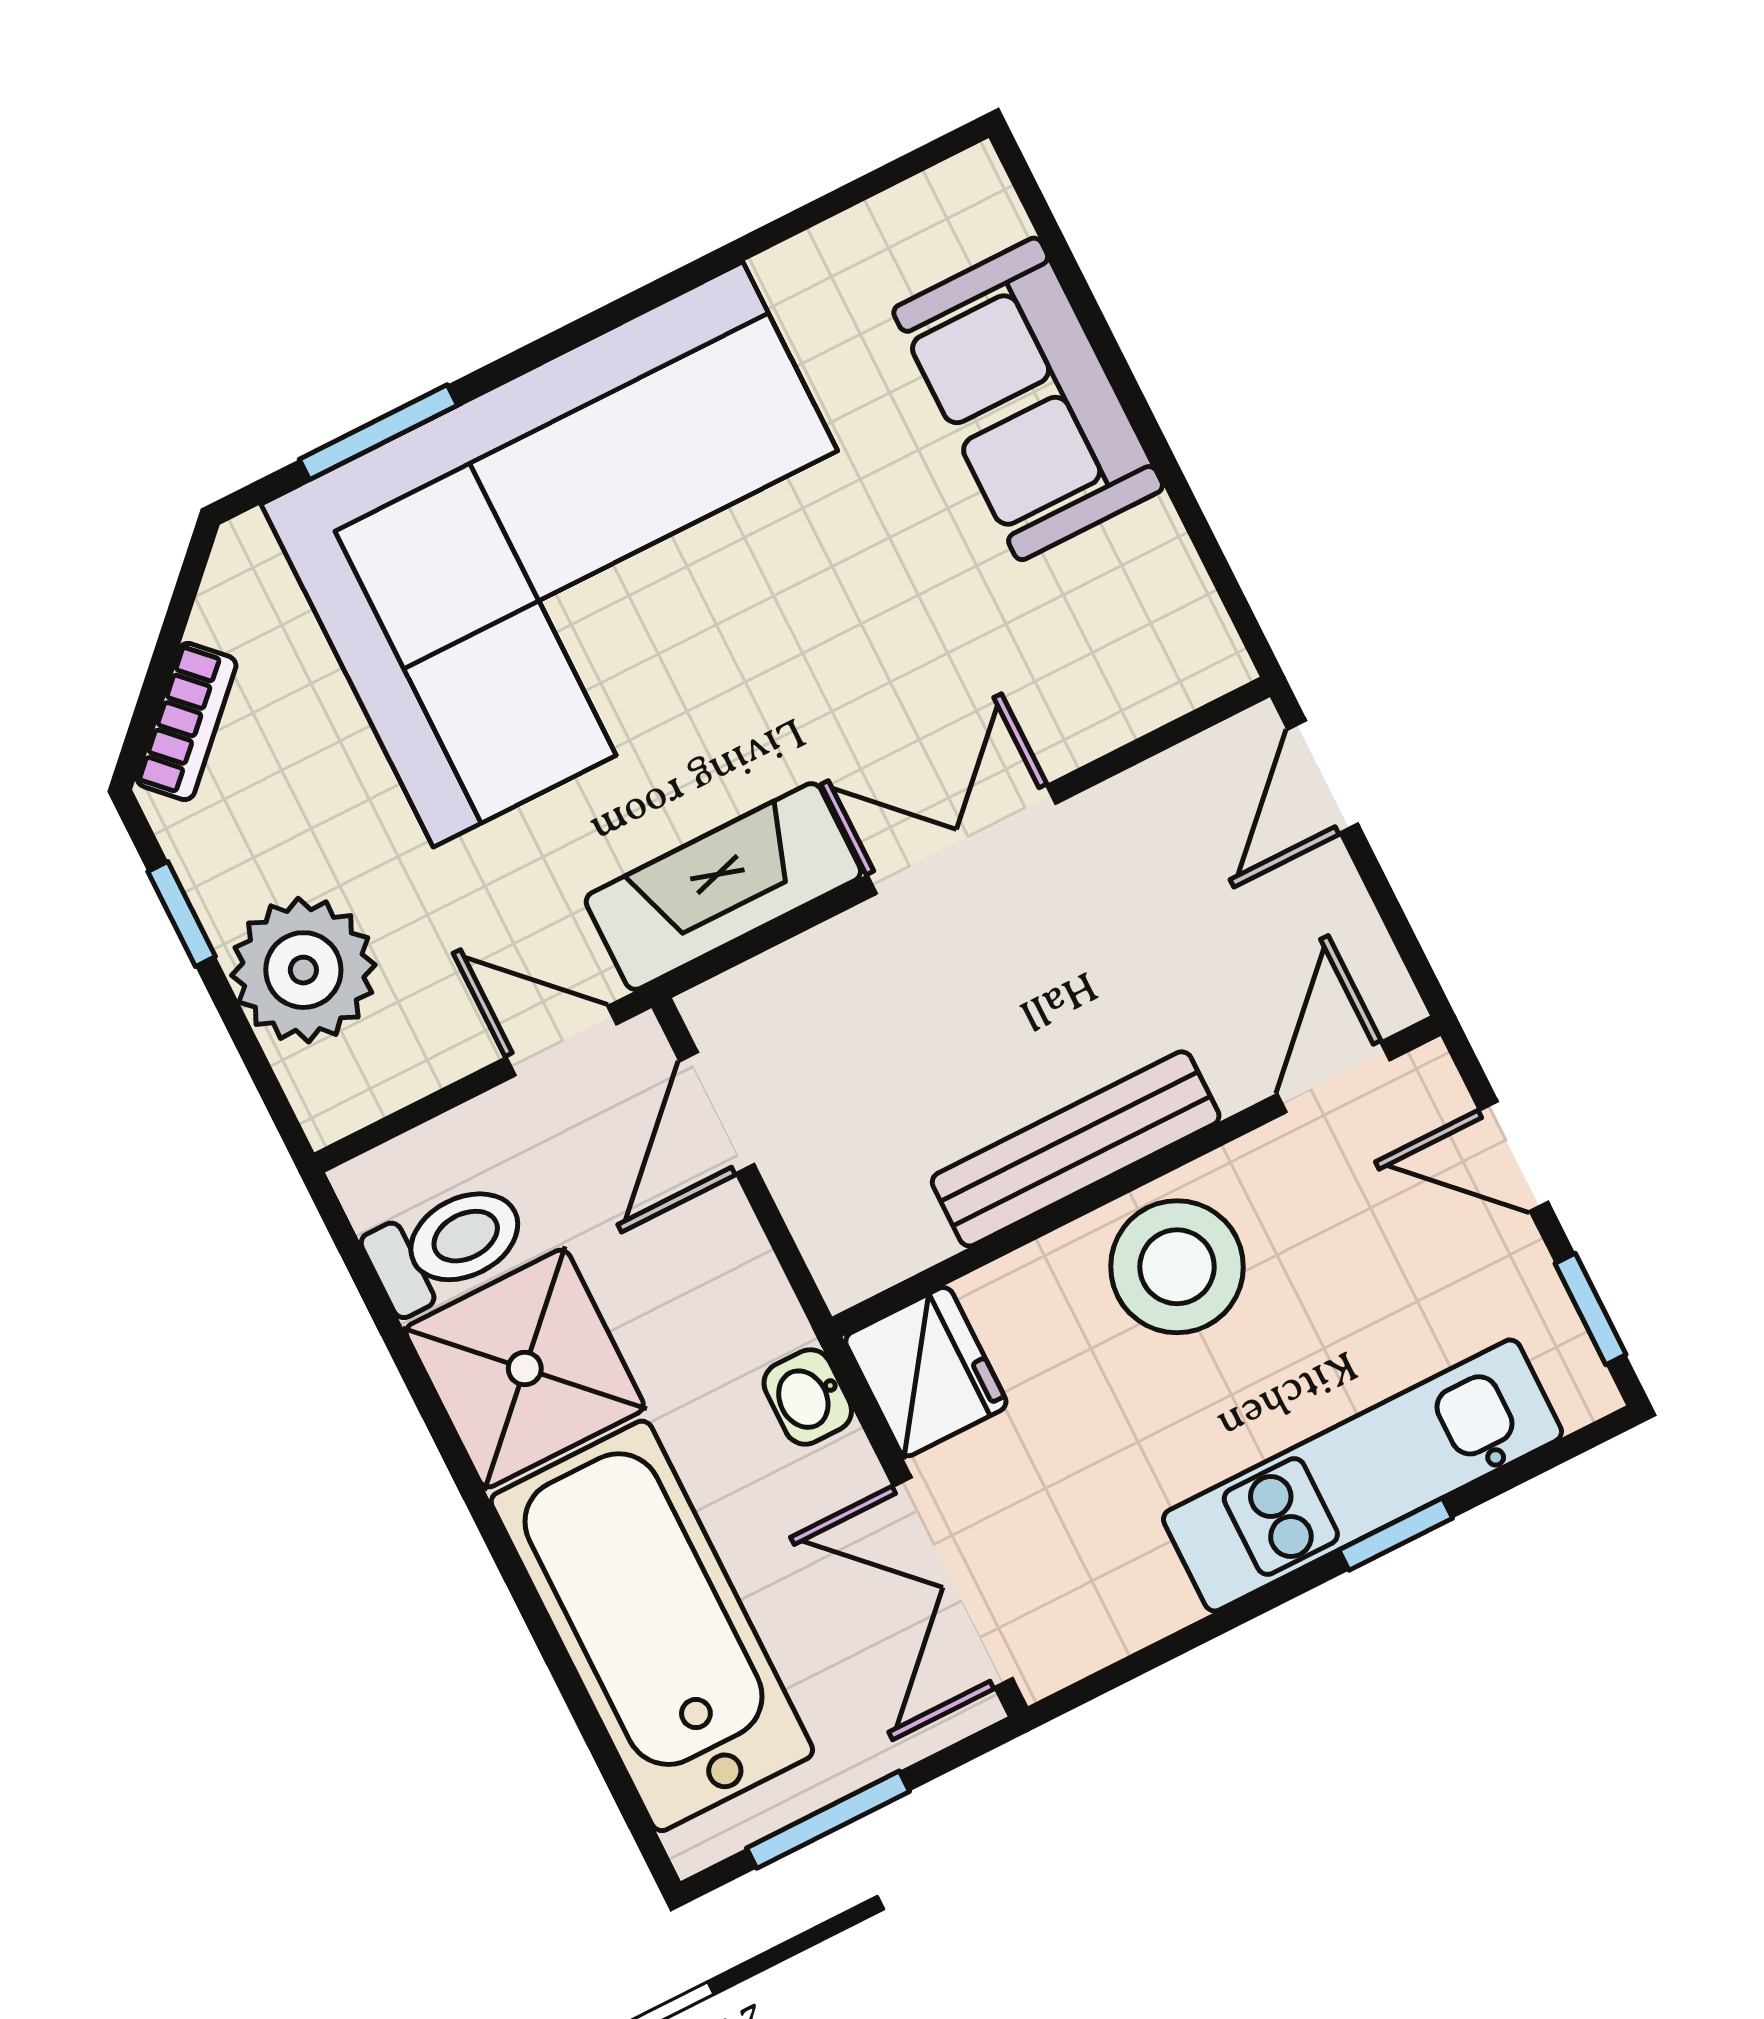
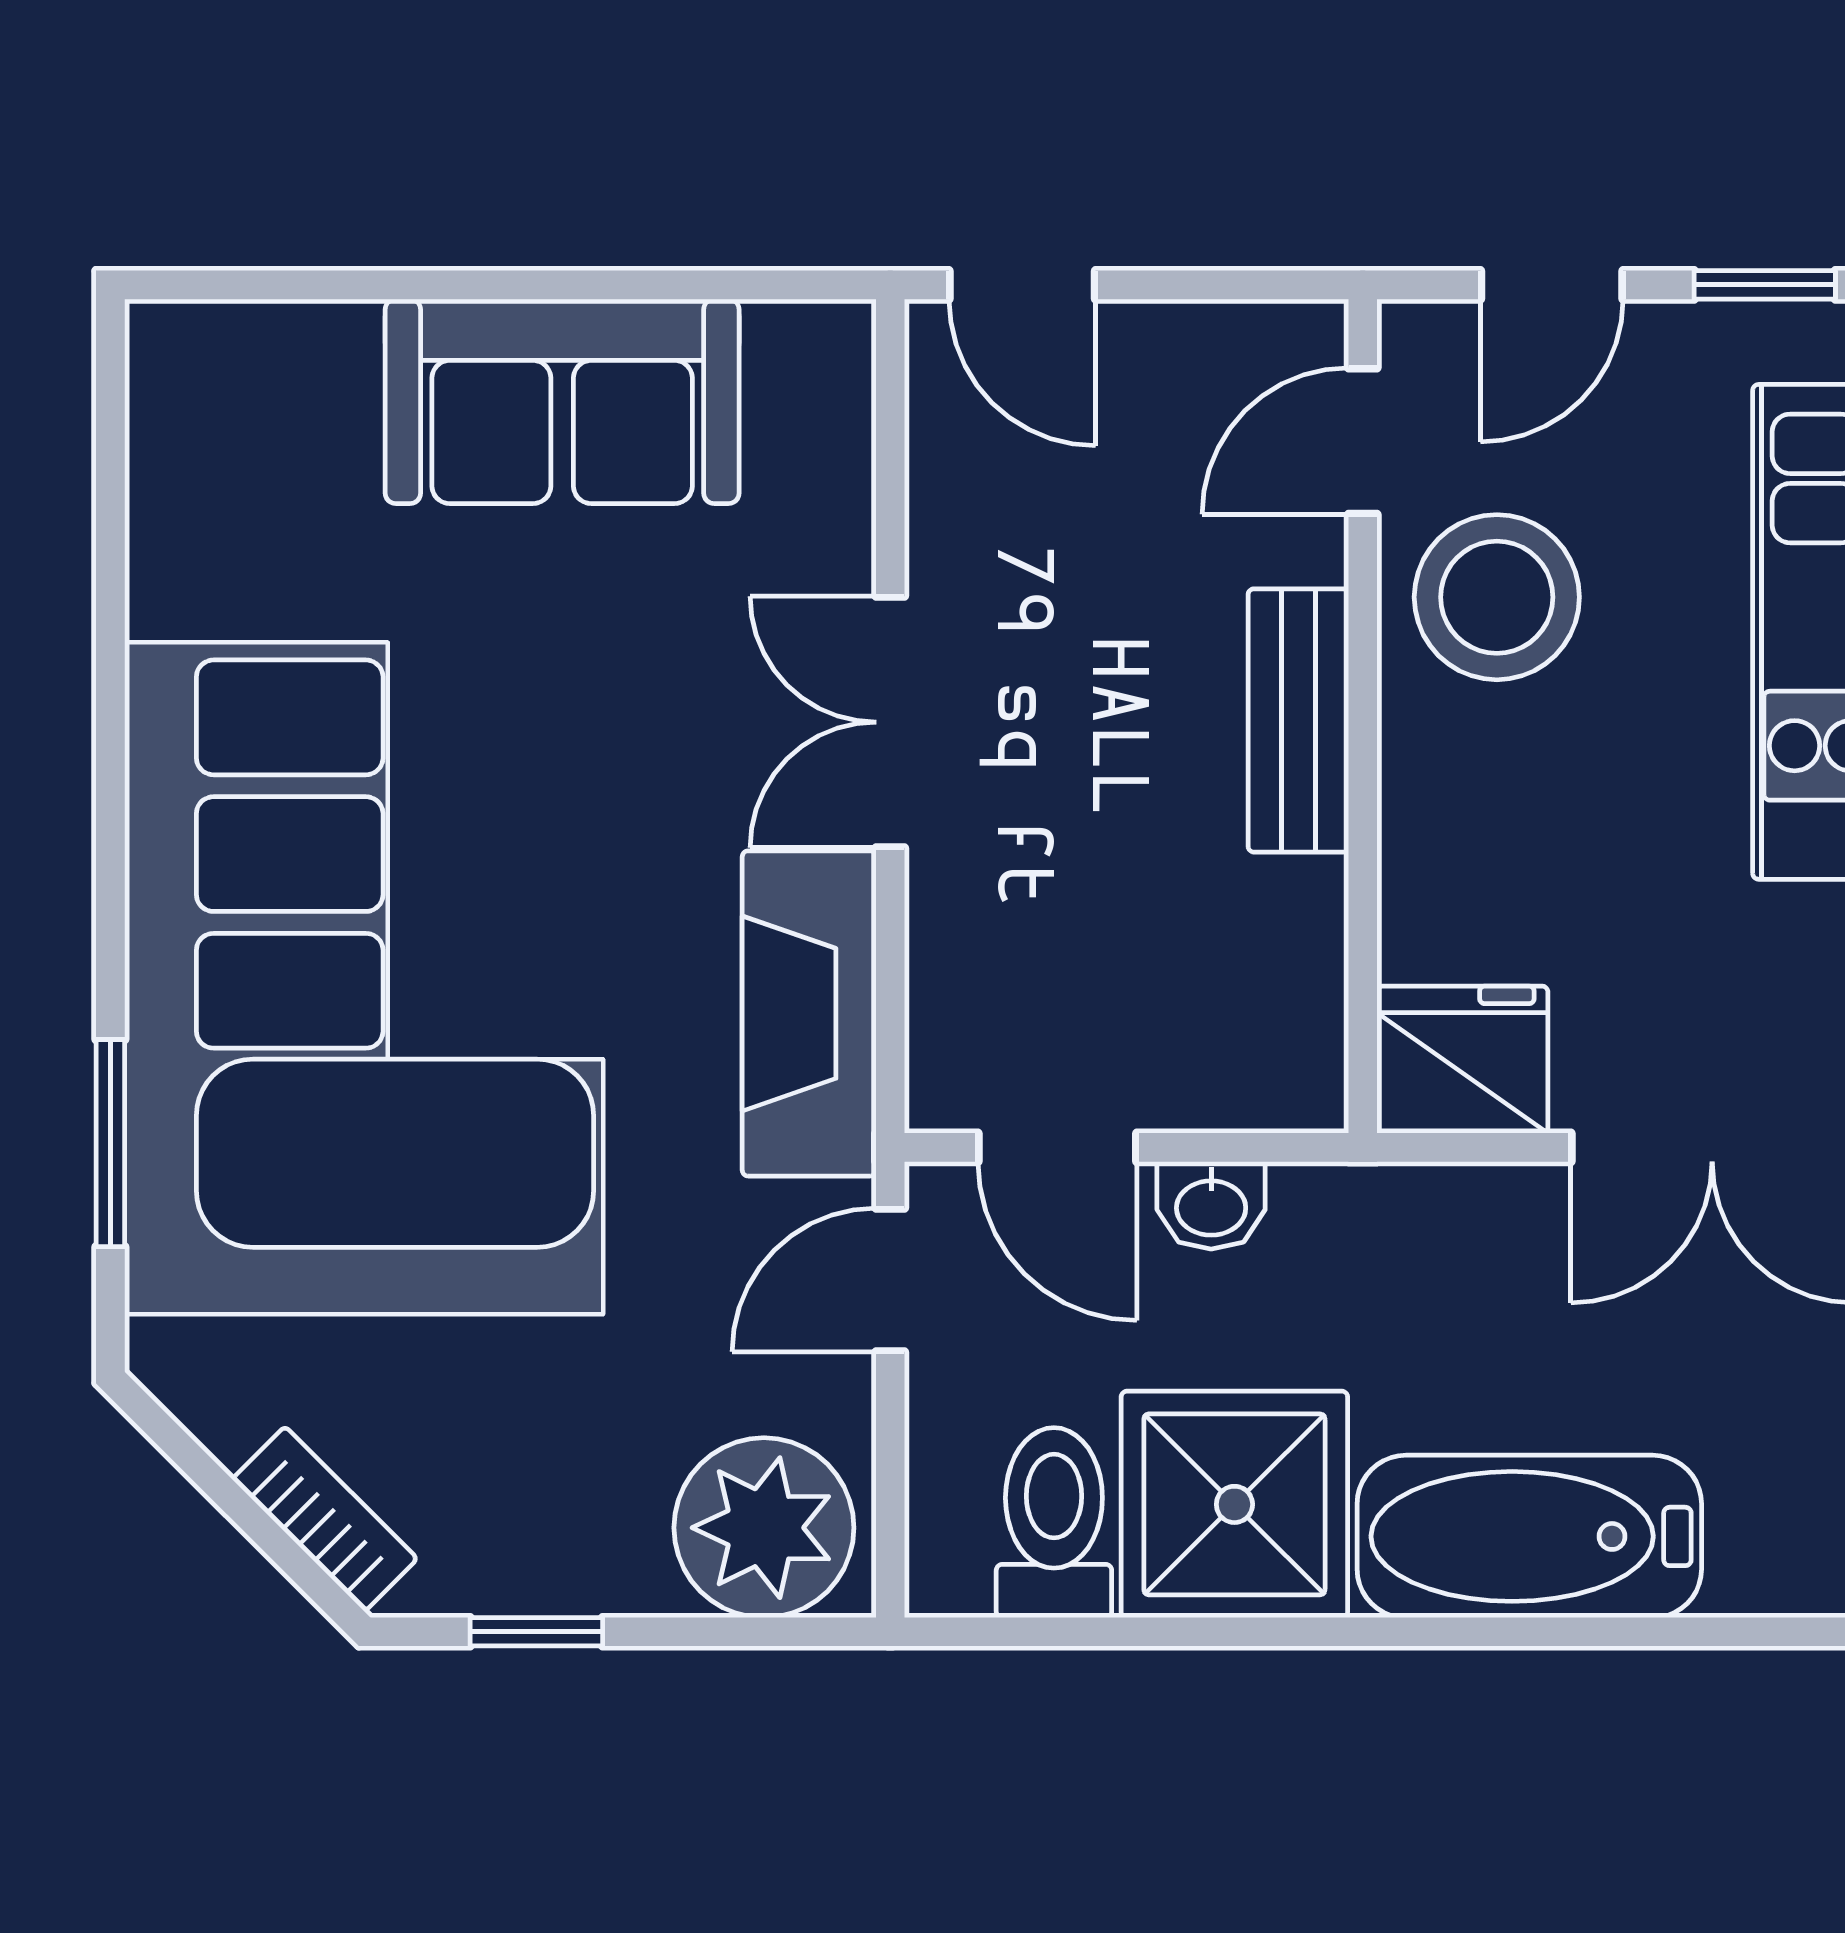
sofa: (1028, 399) -> (562, 401), moved
plant: (303, 970) -> (764, 1528), moved
door: (1334, 1077) -> (1363, 441), hinge flipped
bench: (1076, 1149) -> (1298, 720), width x0.73
stool: (1177, 1267) -> (1497, 597), moved
washbasin: (808, 1397) -> (1211, 1205), moved
bathtub: (652, 1626) -> (1529, 1536), width x0.73, depth x0.73

